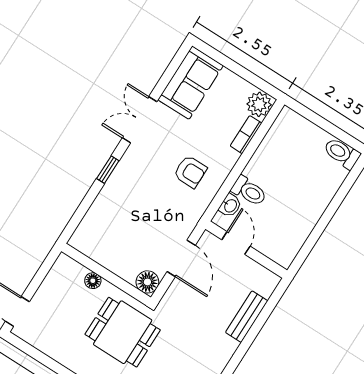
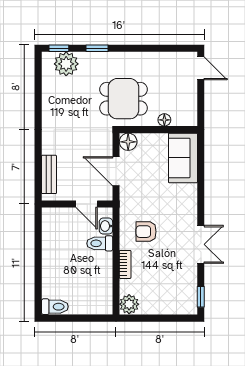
sofa: (191, 83) -> (183, 158), moved
bookcase: (246, 135) -> (125, 264), moved
window: (108, 170) -> (201, 297), moved
bench: (247, 317) -> (49, 174), moved

